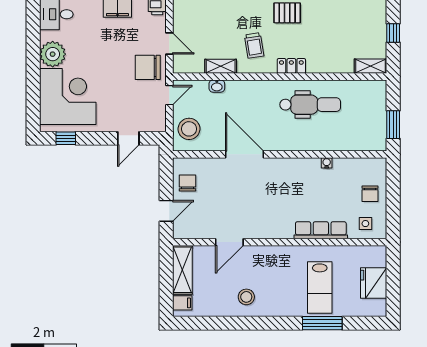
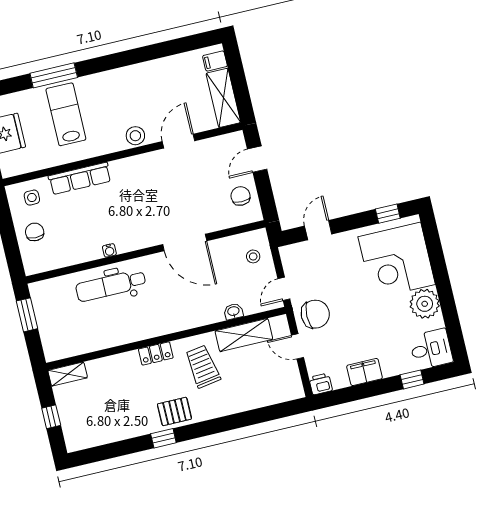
trolley: (254, 45) -> (203, 366), width x1.36, depth x1.39
shelving: (221, 66) -> (244, 335), width x1.50, depth x1.33
dental chair: (310, 105) -> (111, 285), moved
stool: (189, 129) -> (253, 256), width x0.53, depth x0.53
water cooler: (327, 163) -> (109, 250), moved
chair: (188, 183) -> (241, 196), turned 180
stool: (246, 297) -> (135, 136), moved

